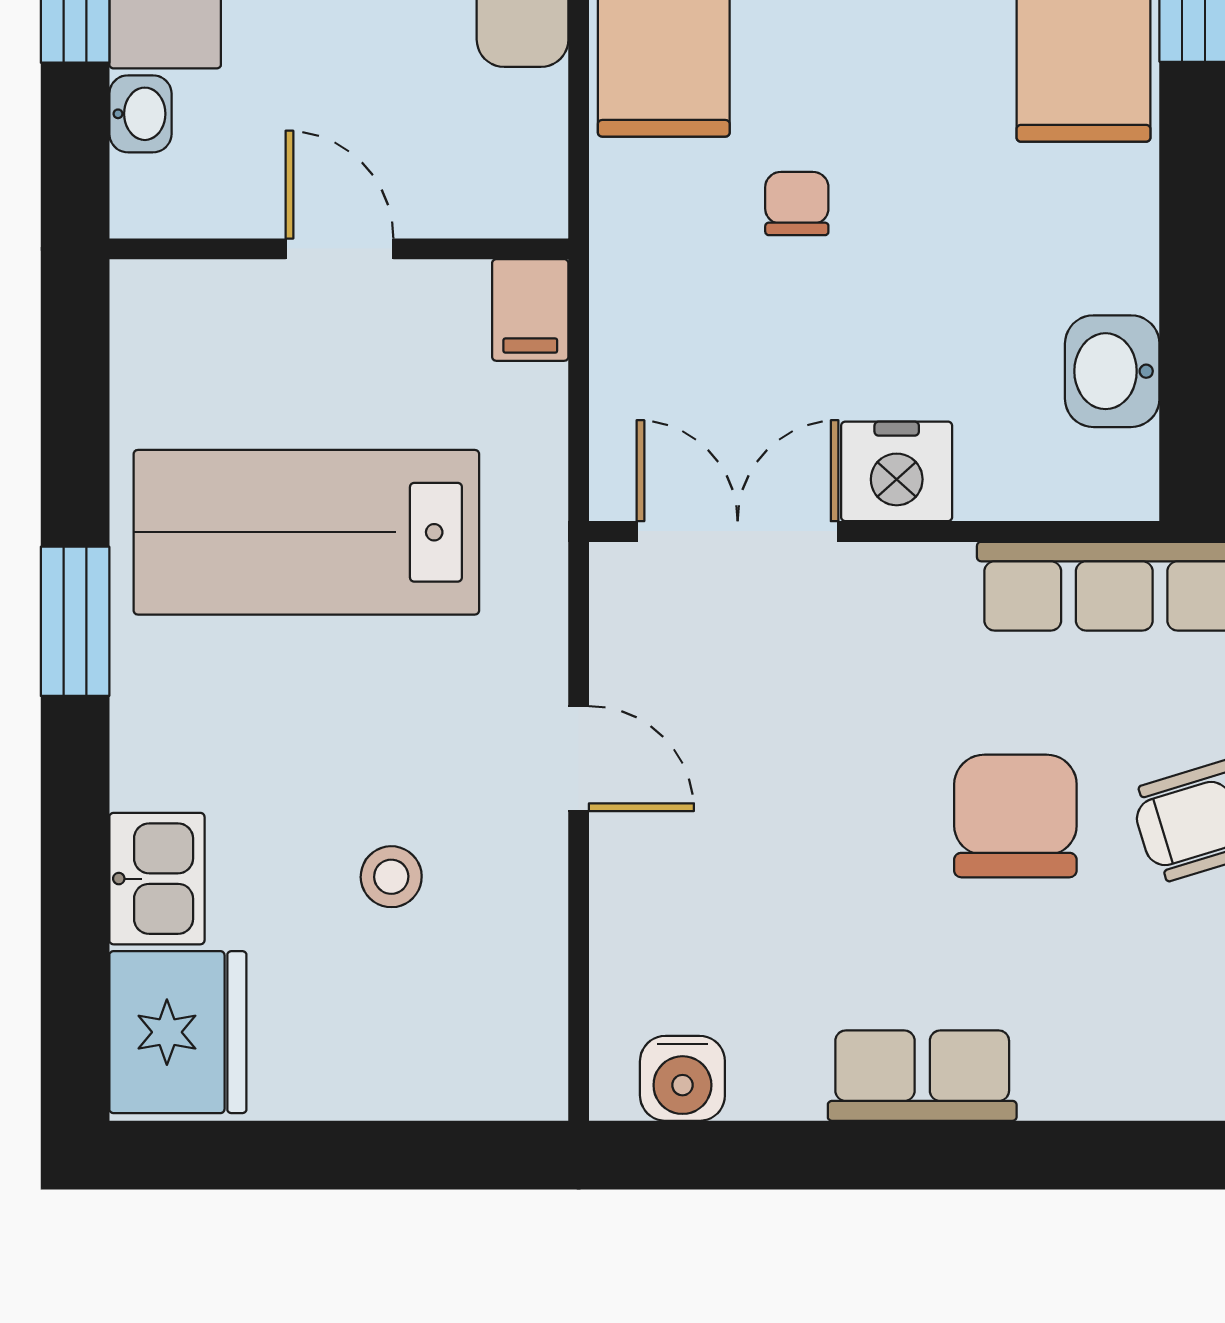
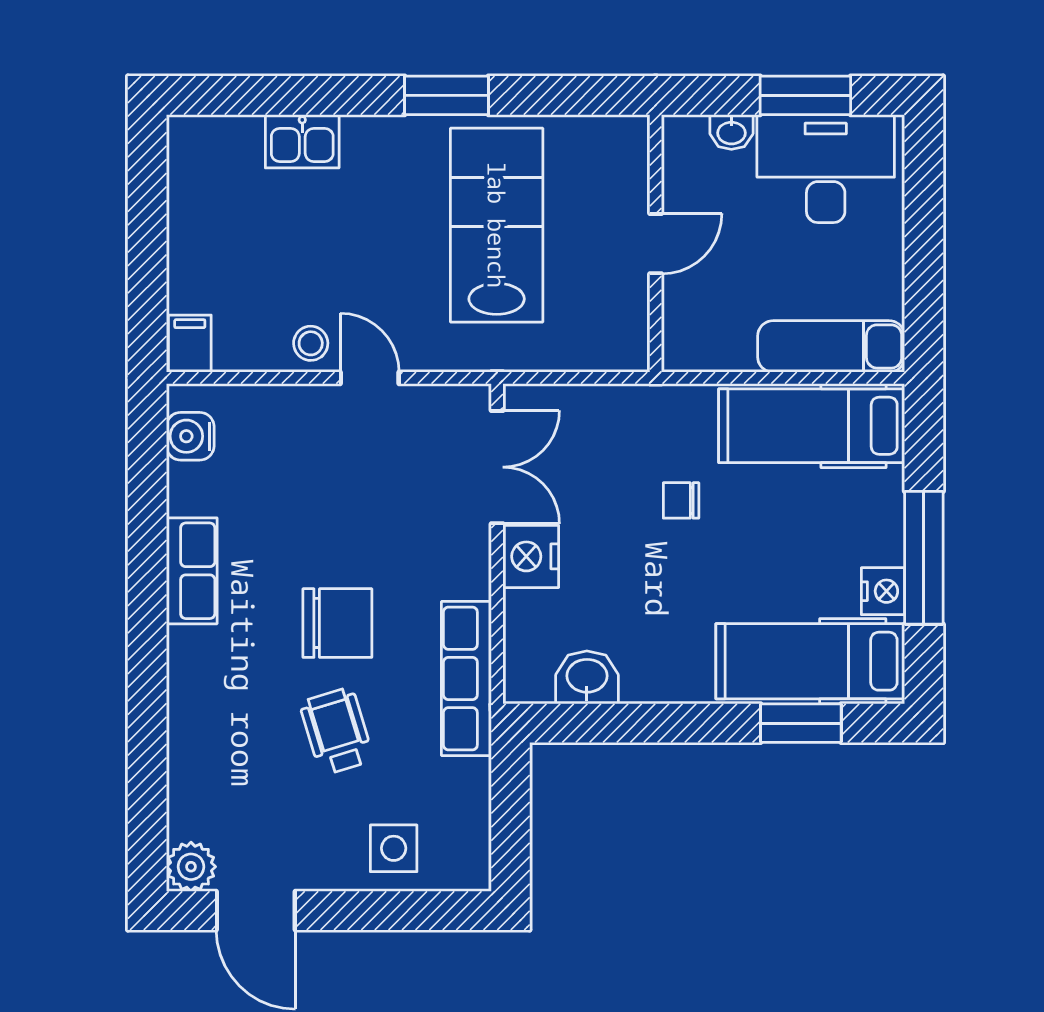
chair: (797, 204) -> (681, 500), turned 180
filing cabinet: (530, 310) -> (190, 344), moved, turned 90
door: (579, 759) -> (370, 378), swing flipped
stool: (391, 877) -> (311, 343), moved
fridge: (178, 1032) -> (216, 153), removed

